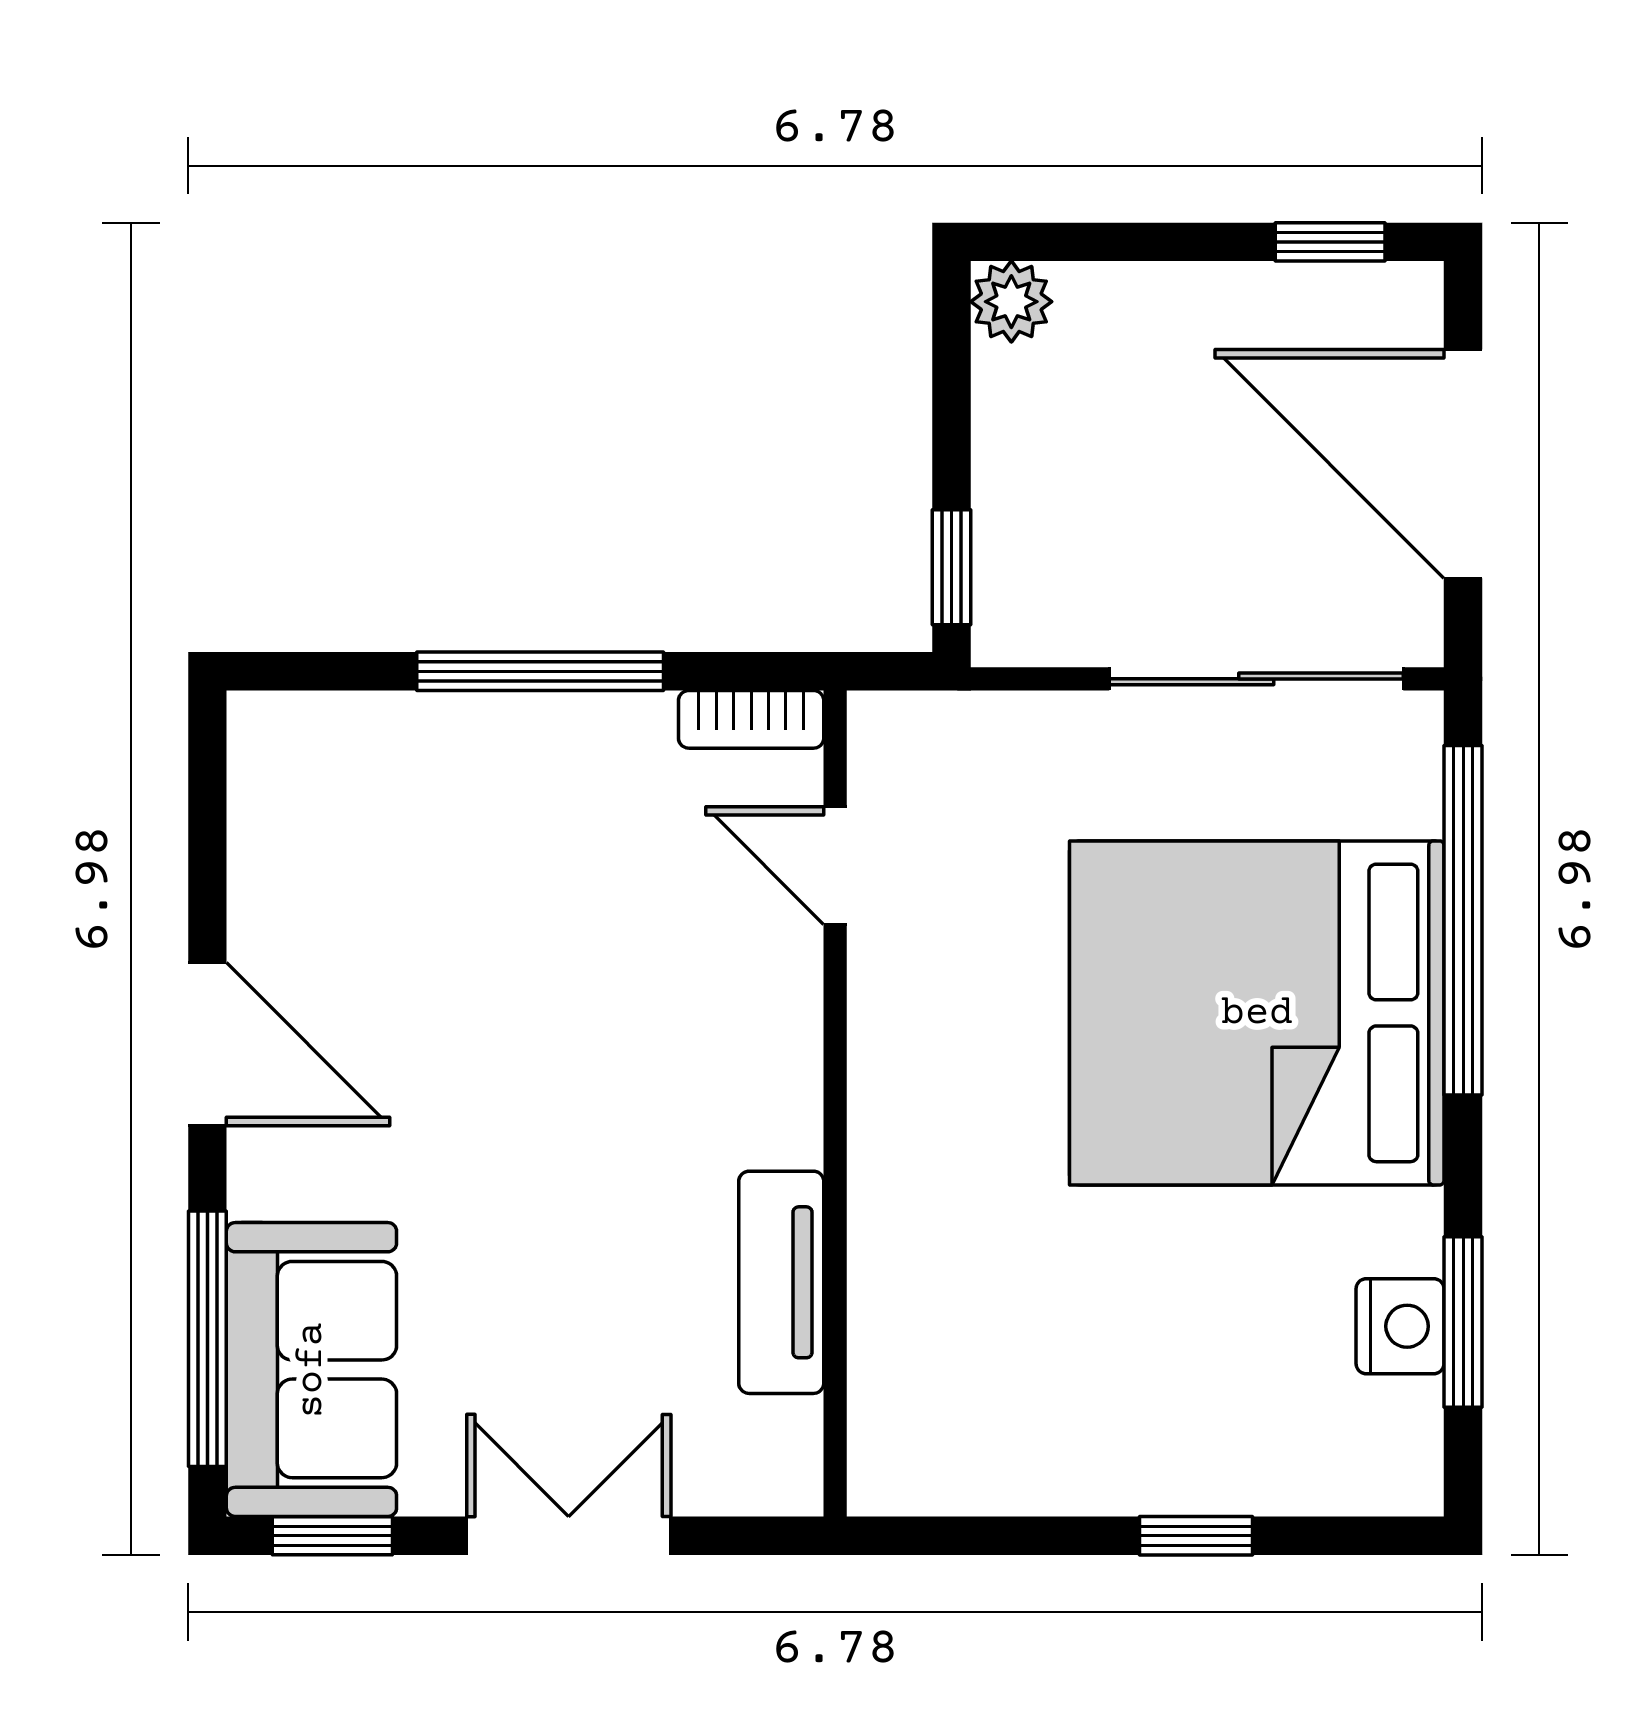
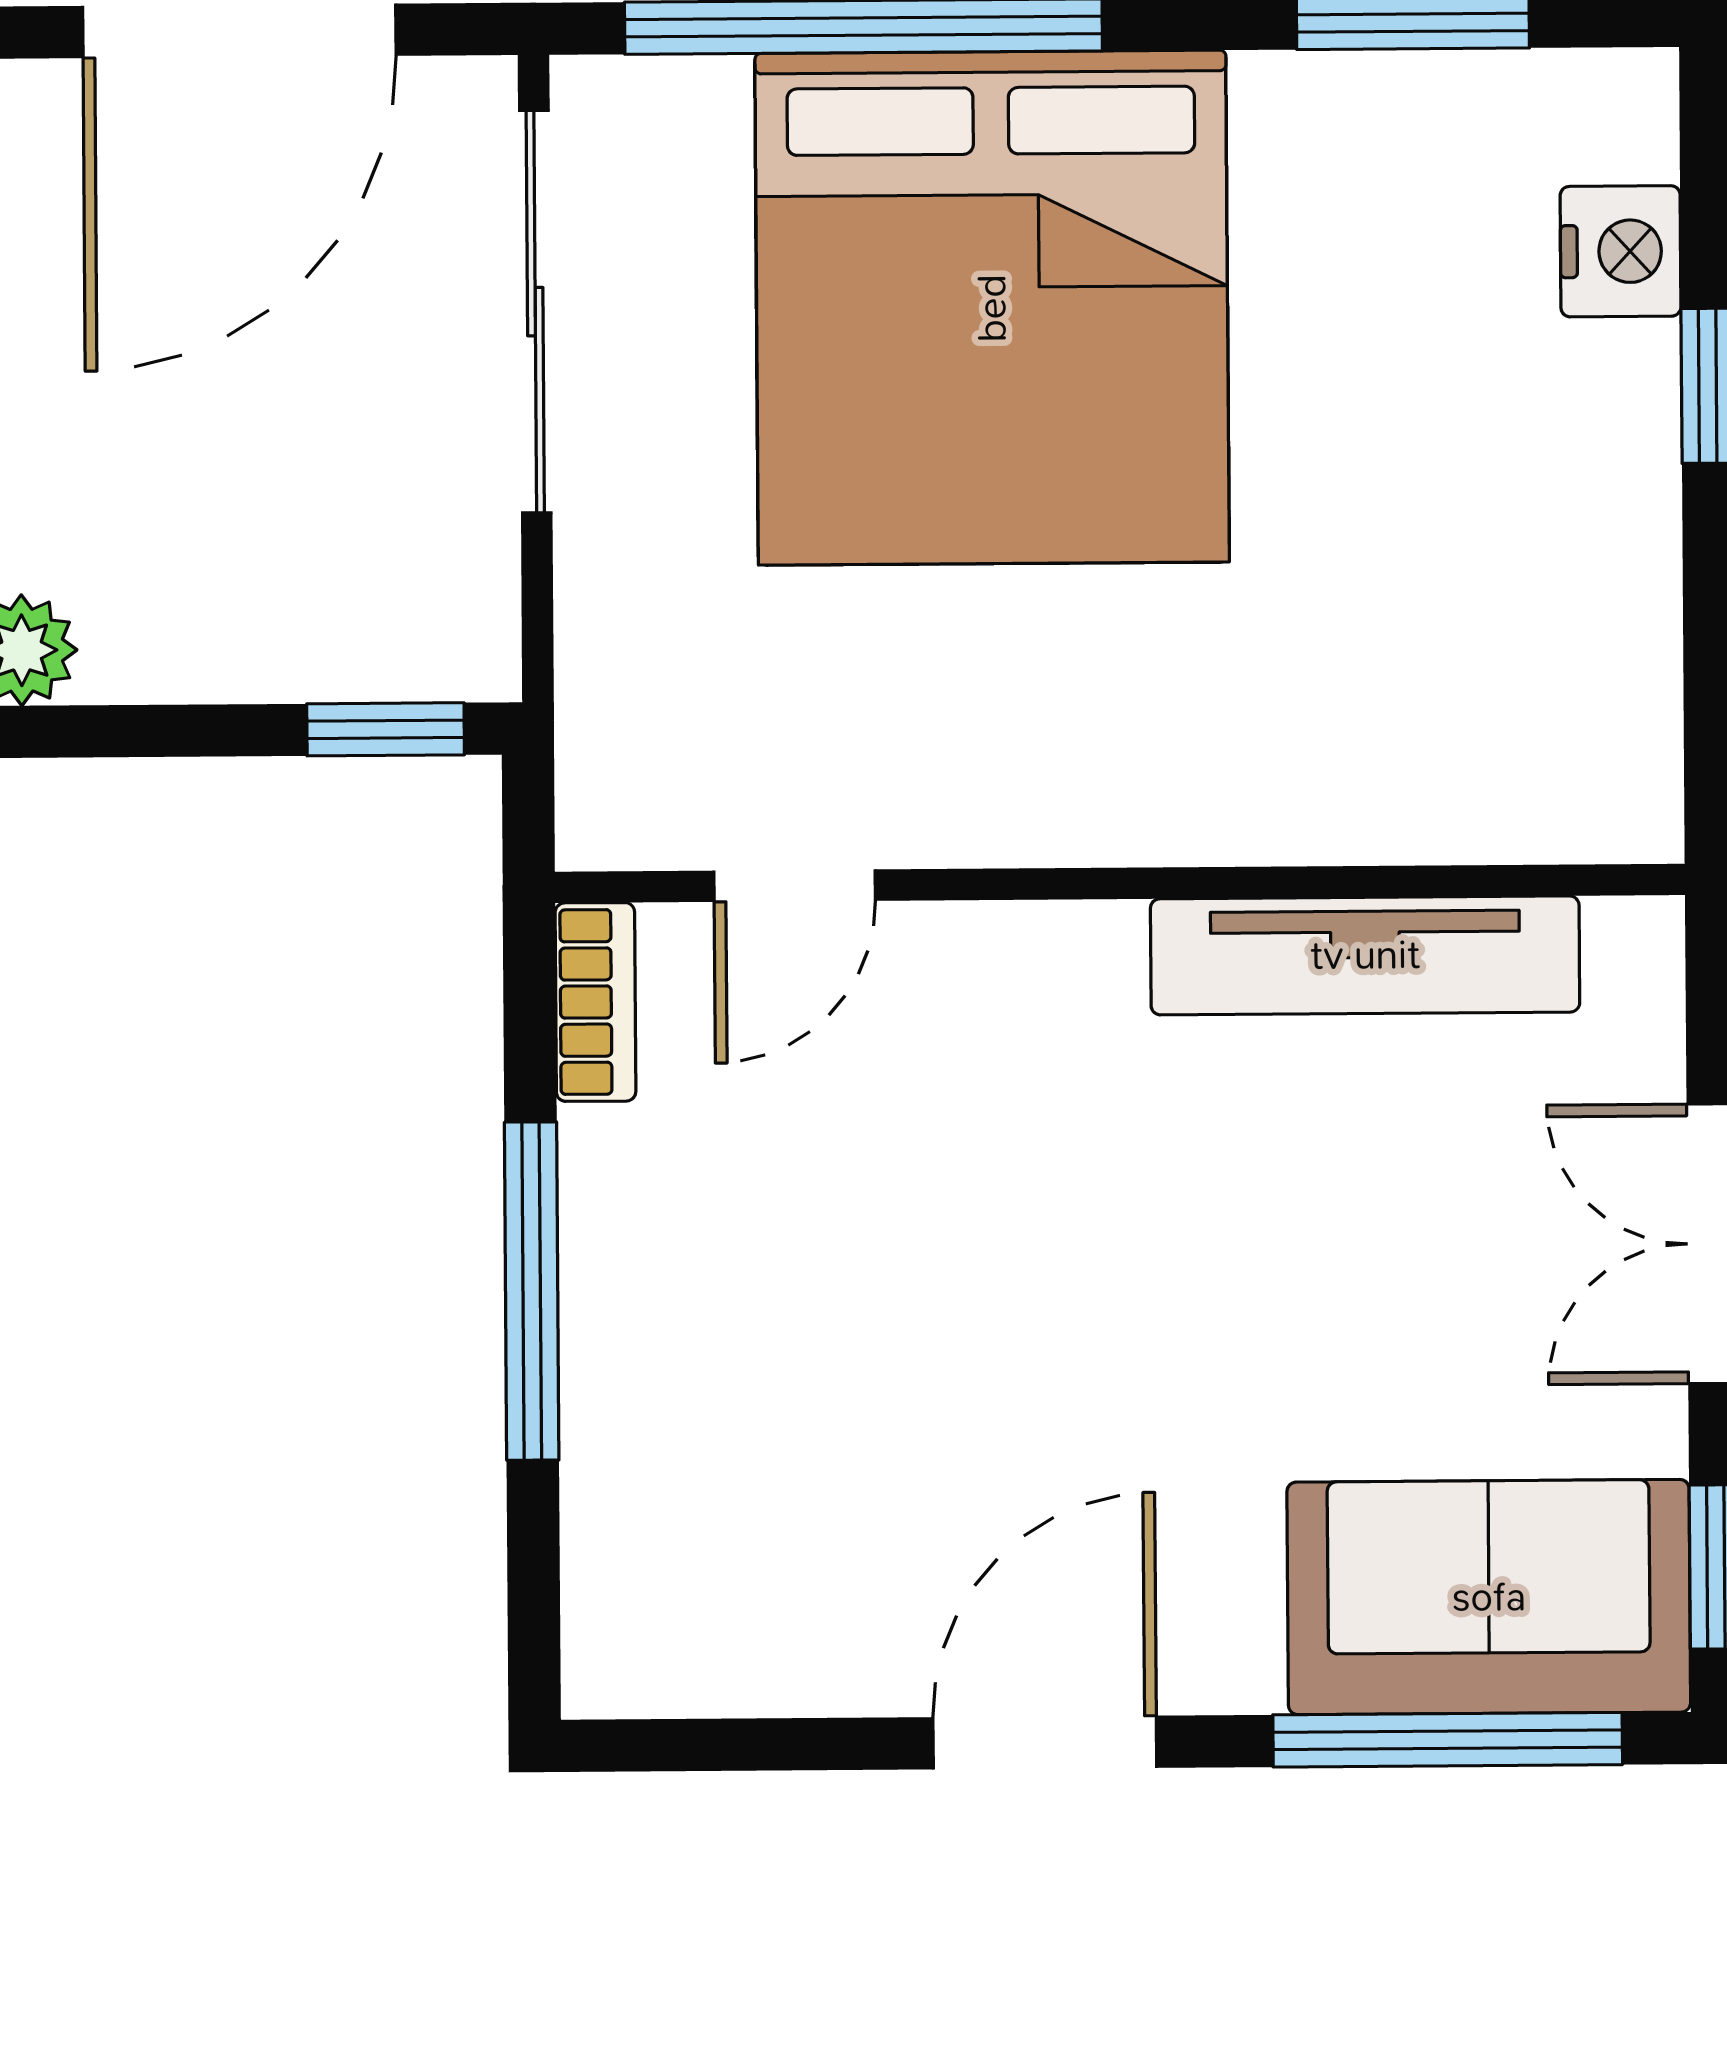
tv unit: (781, 1282) -> (1365, 955), width x1.41
nightstand: (1400, 1326) -> (1621, 251), moved, turned 90

